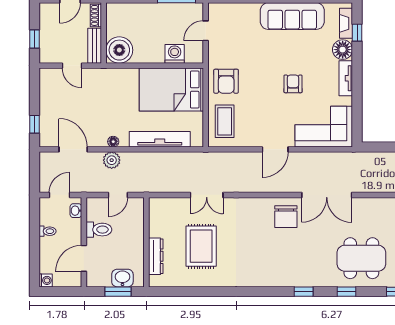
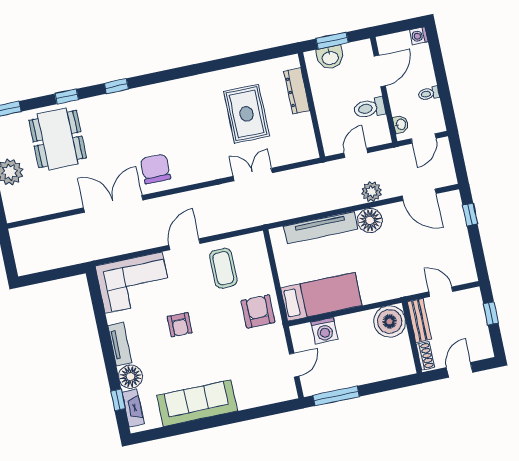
bed: (171, 90) -> (321, 297), width x0.67
coffee table: (225, 121) -> (223, 268), moved
floor lamp: (113, 142) -> (370, 220), width x1.89, depth x1.89
dining table: (361, 258) -> (58, 139), turned 90

